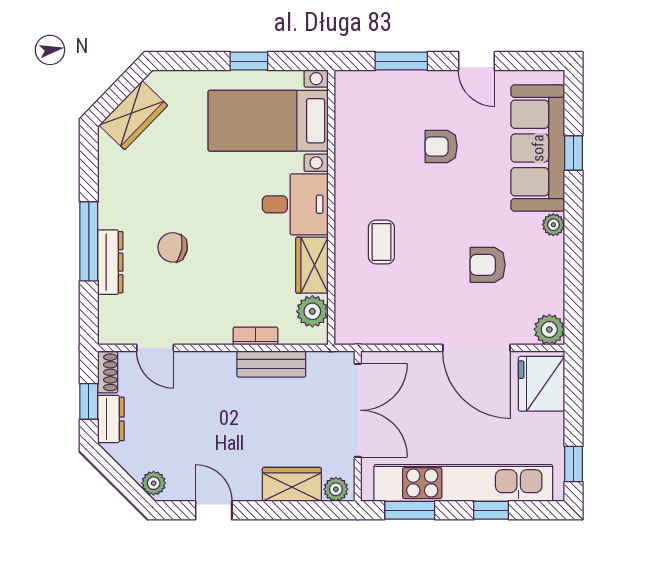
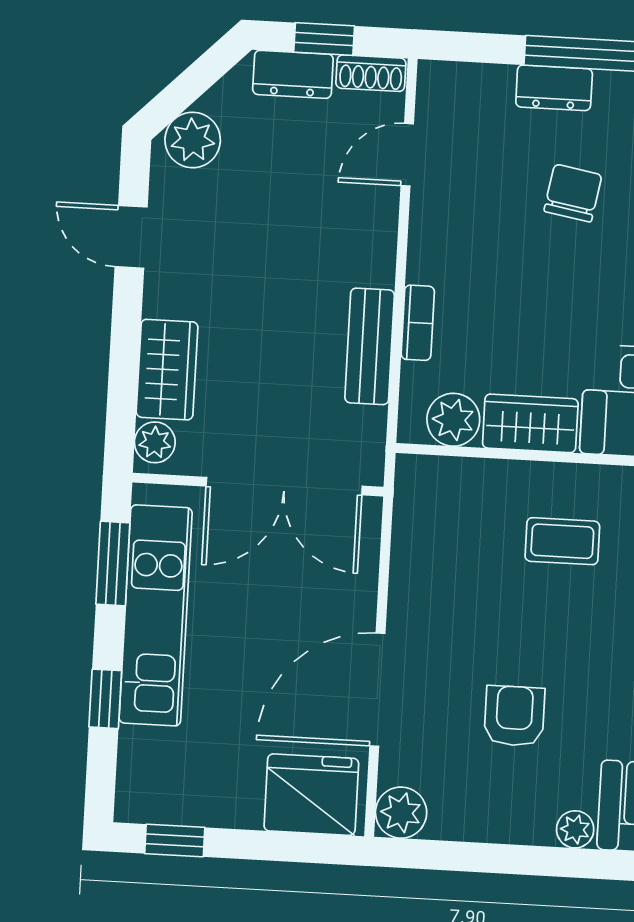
dresser: (110, 262) -> (554, 88), width x0.70
plant: (154, 483) -> (193, 140), width x1.38, depth x1.38
kitchen unit: (463, 483) -> (156, 615), width x0.73
door: (214, 510) -> (131, 237), swing flipped

